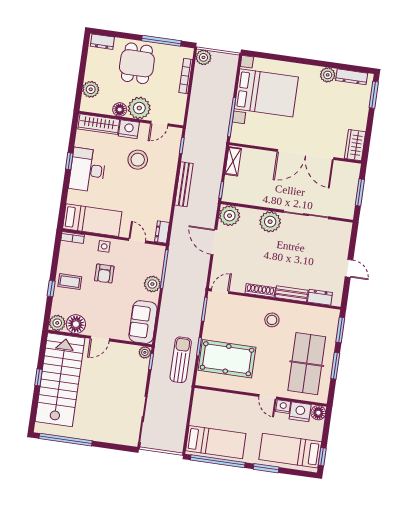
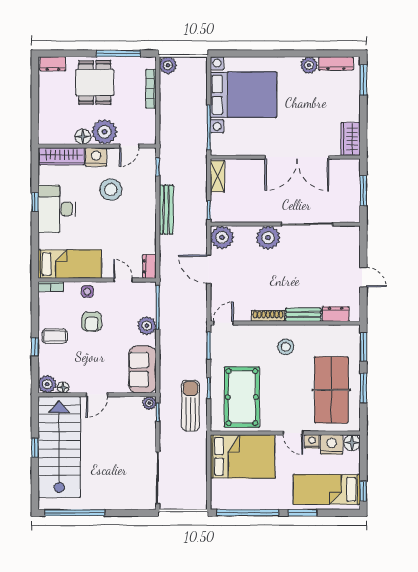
plant: (91, 89) -> (47, 119), removed
floor lamp: (76, 324) -> (63, 387), width x0.53, depth x0.53
pool table: (227, 359) -> (242, 397), turned 90
bed: (216, 442) -> (242, 456), moved, width x1.50

